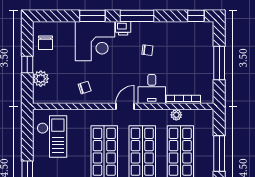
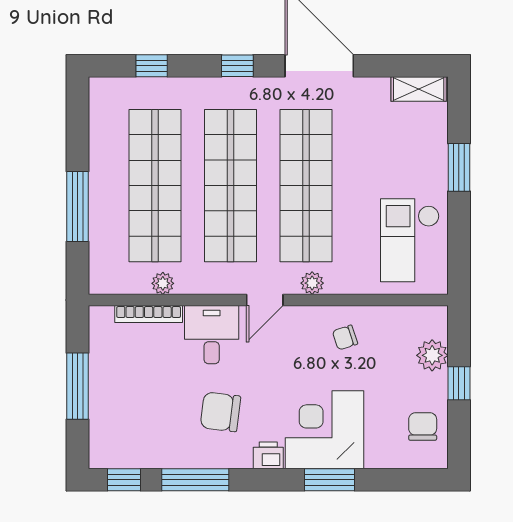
window: (137, 16) -> (195, 480), moved
chair: (147, 50) -> (220, 412), width x1.87, depth x1.87
plant: (101, 115) -> (312, 283), added

